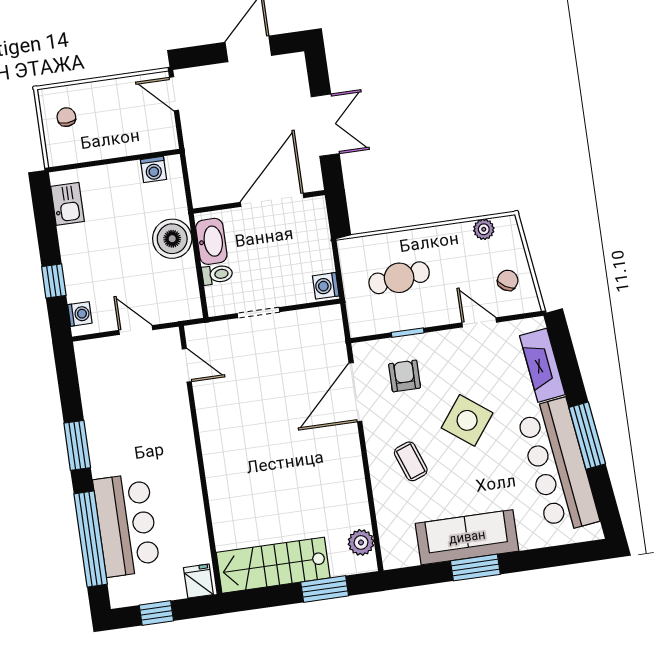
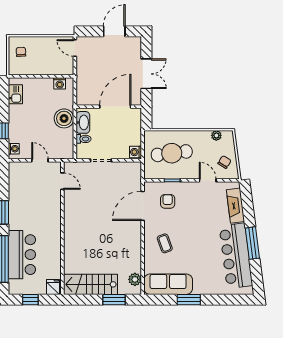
cafe table: (399, 278) -> (172, 153), width x1.37, depth x1.35
side table: (467, 420) -> (195, 227), removed
sofa: (467, 537) -> (168, 284), moved

